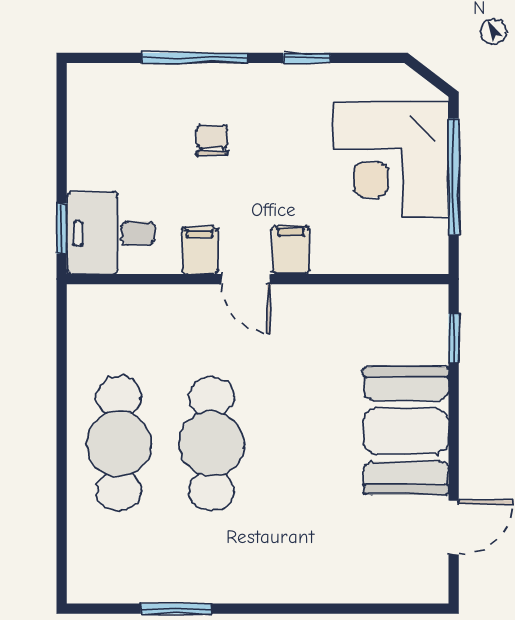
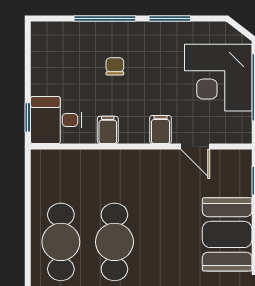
window: (307, 58) -> (170, 19), width x1.50
door: (246, 279) -> (195, 147), moved

